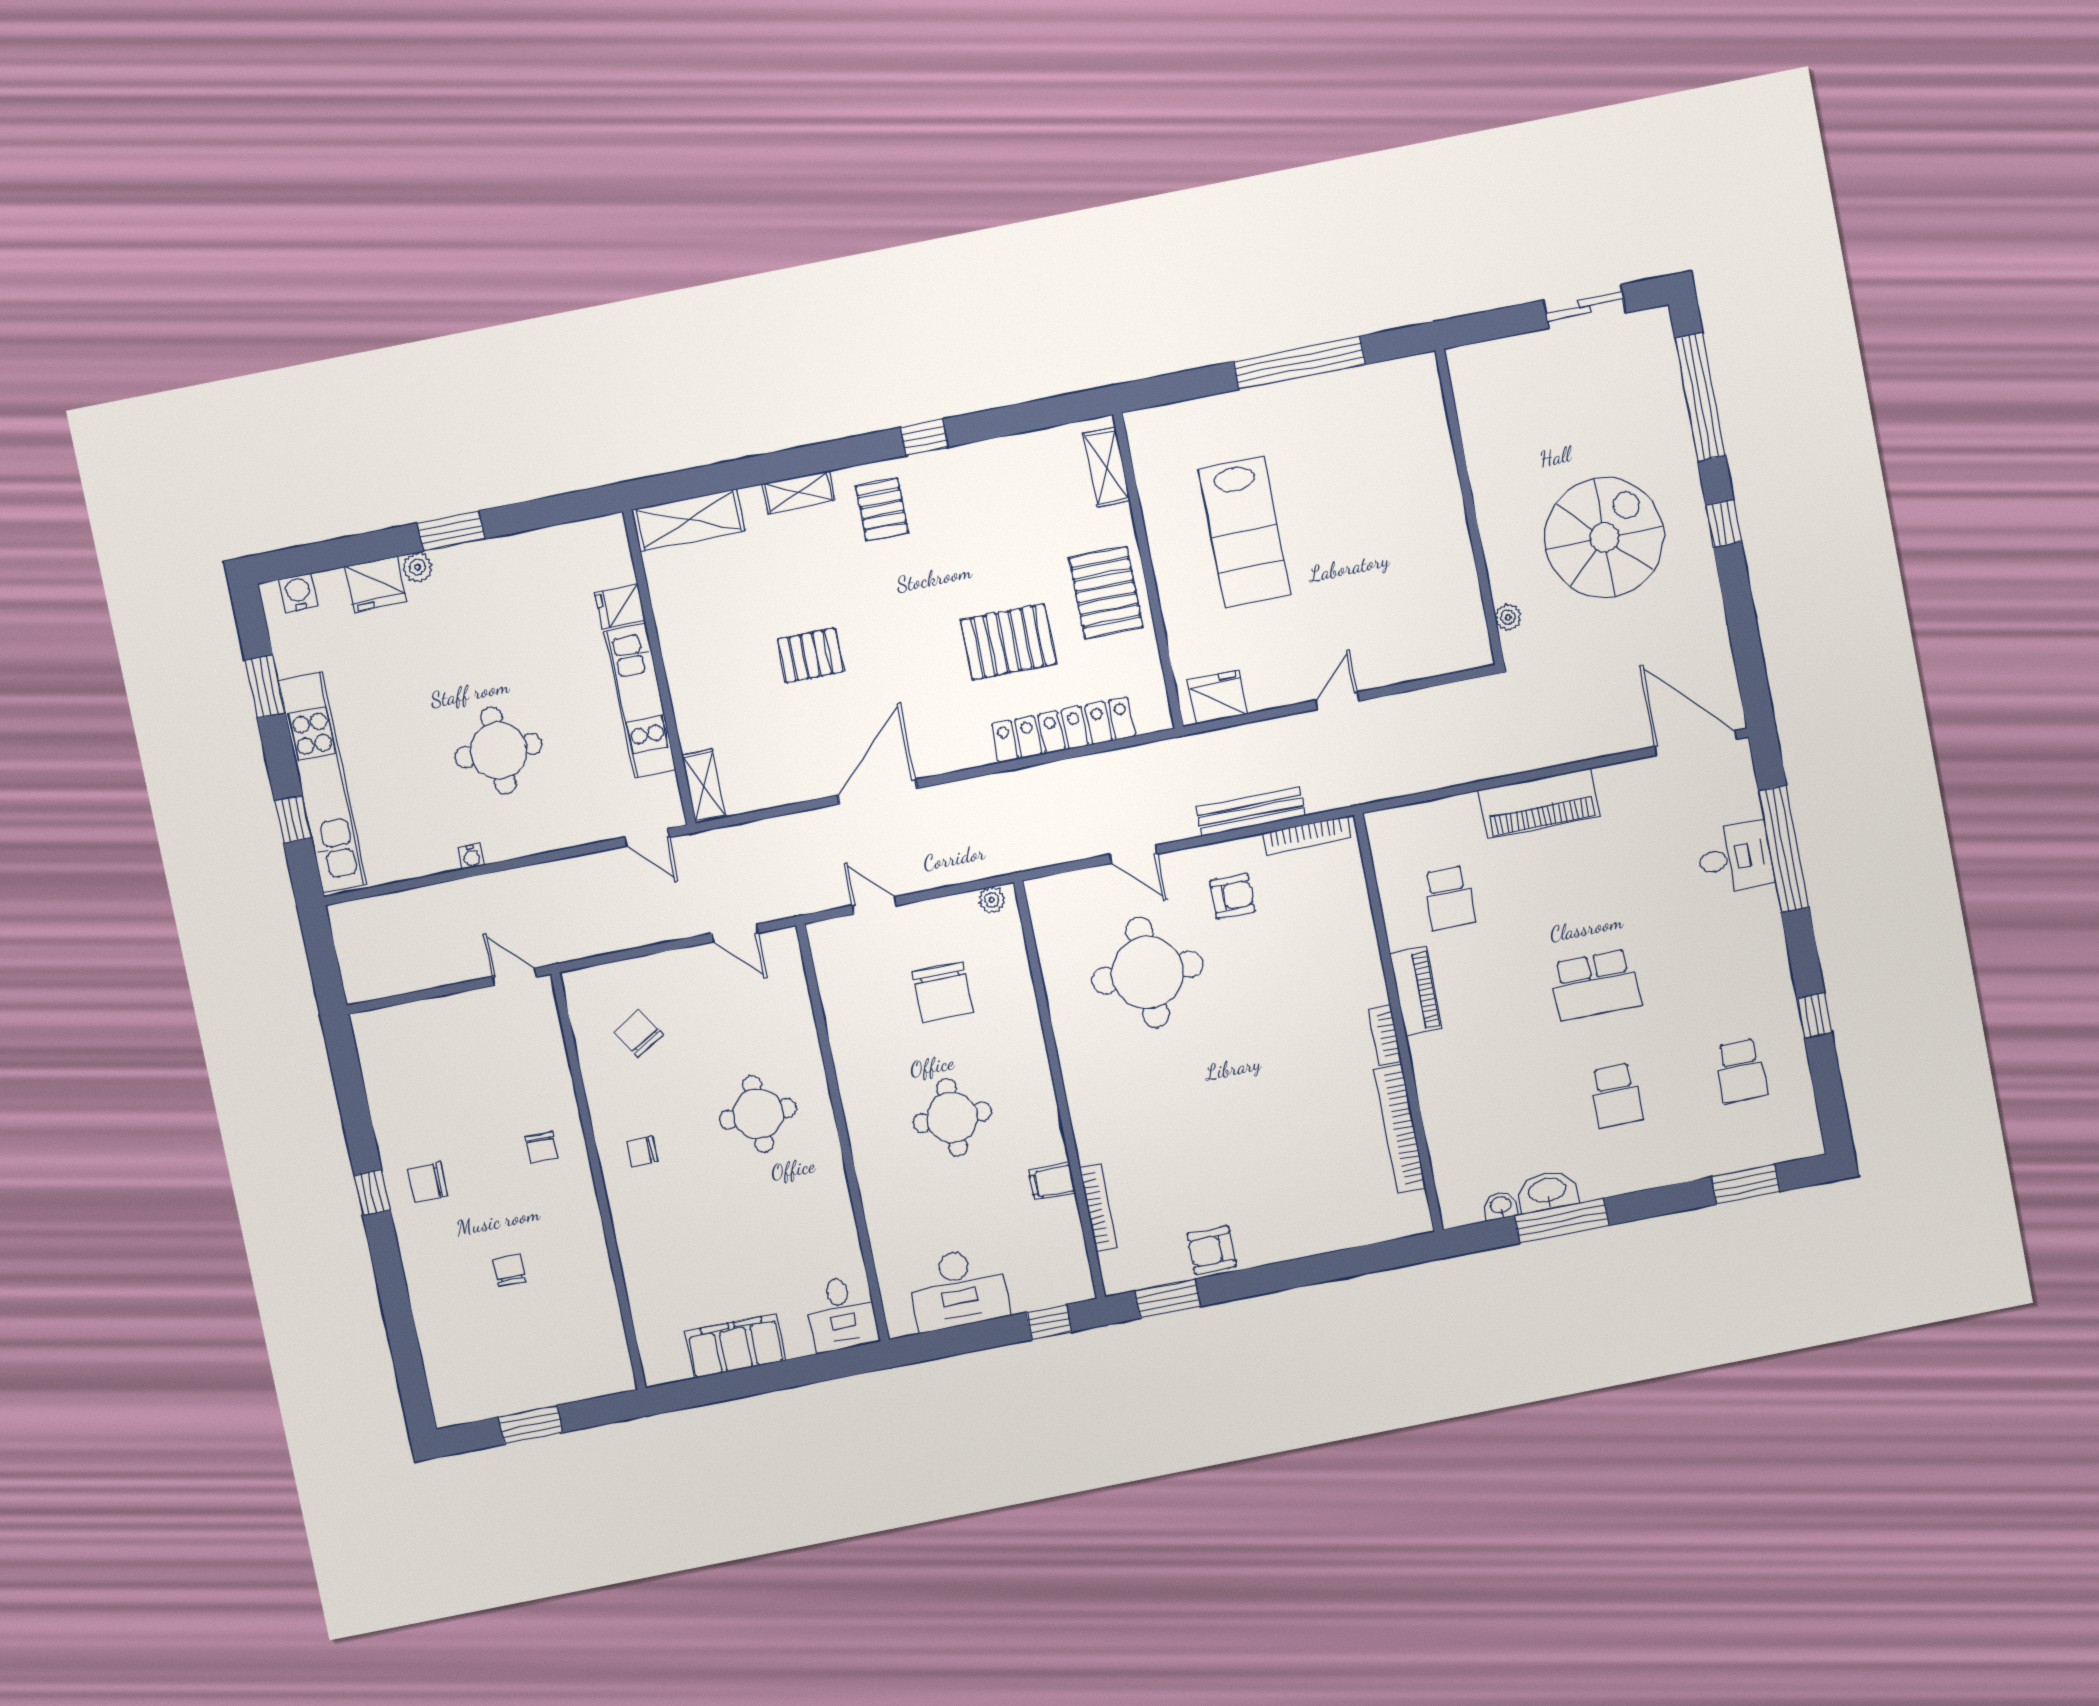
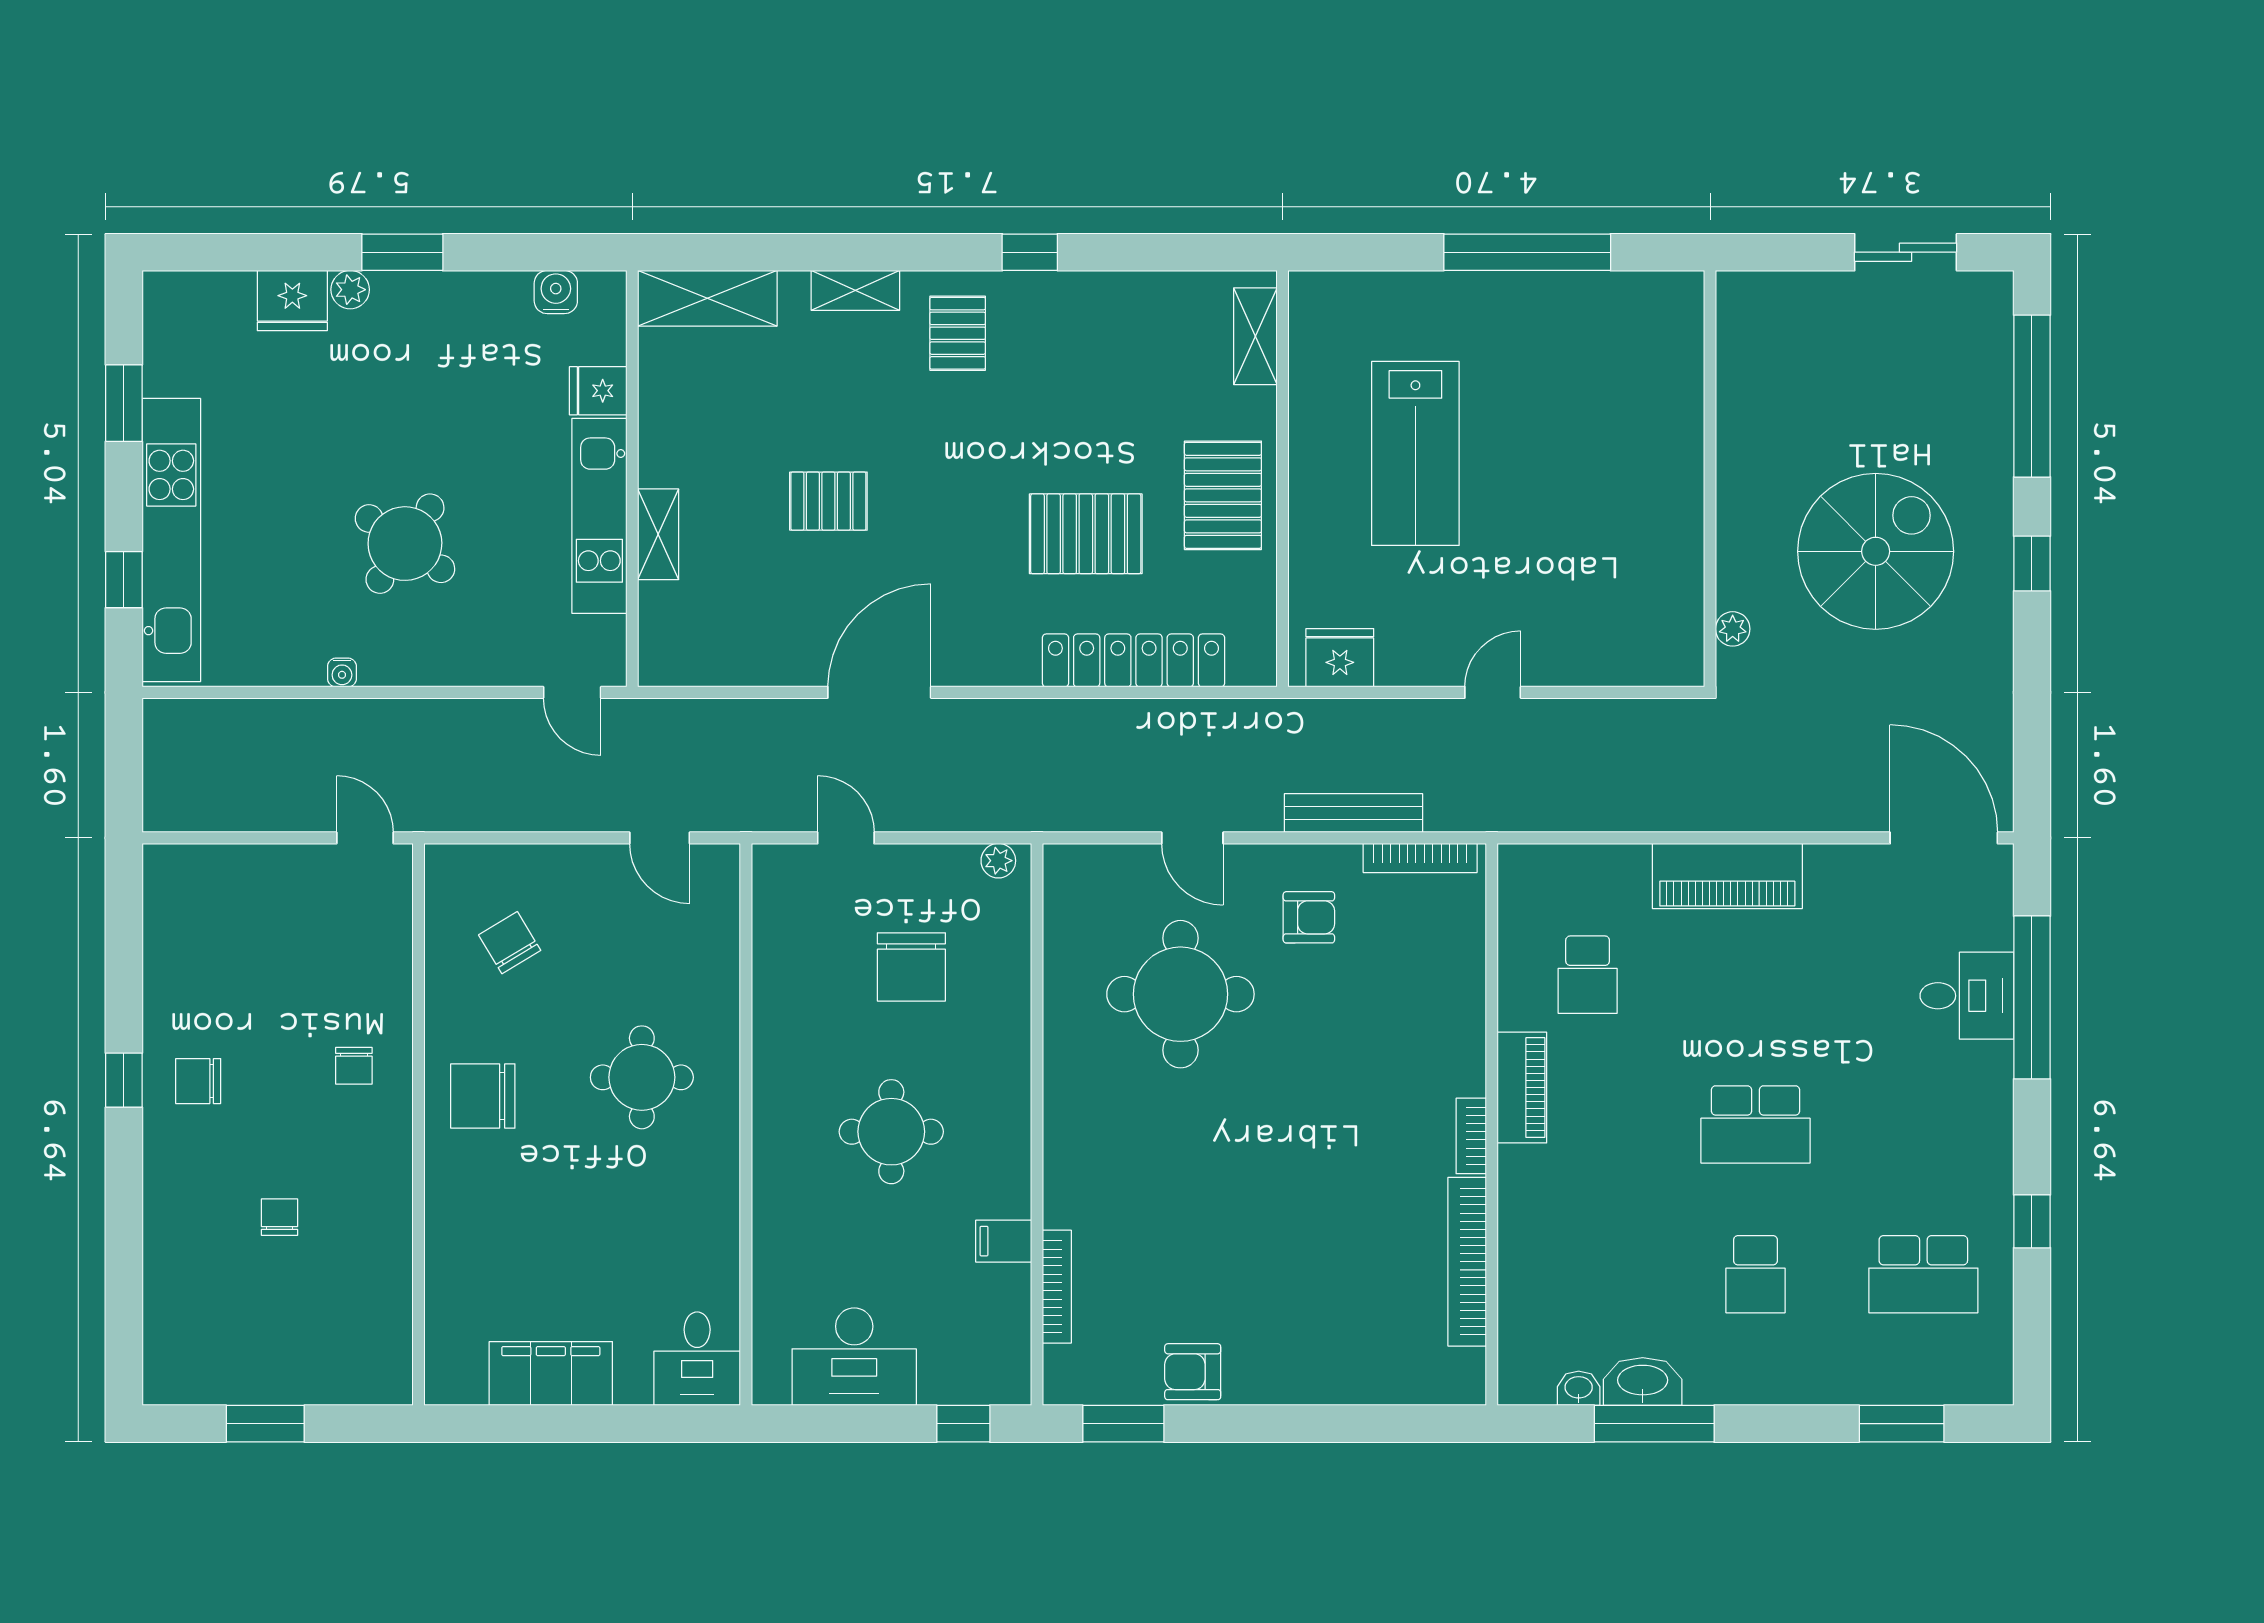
water cooler: (298, 593) -> (556, 292), moved
round table: (499, 750) -> (405, 544), turned 35
shelving: (704, 786) -> (658, 534), moved
school desk: (1741, 1071) -> (1923, 1274), width x1.85
chair: (642, 1151) -> (483, 1096), width x1.87, depth x1.87

